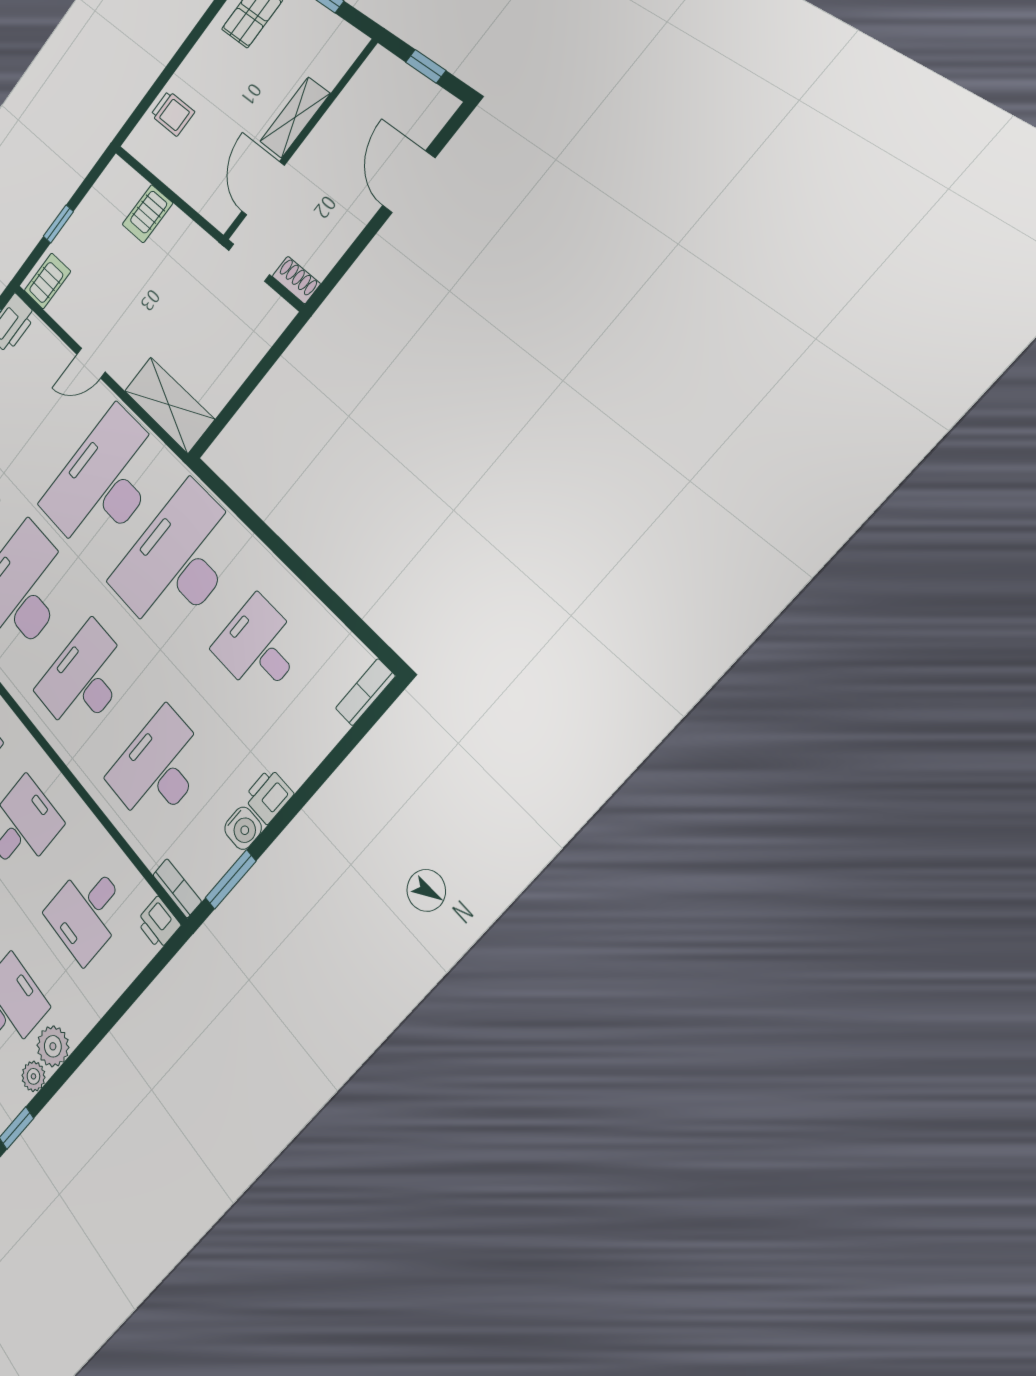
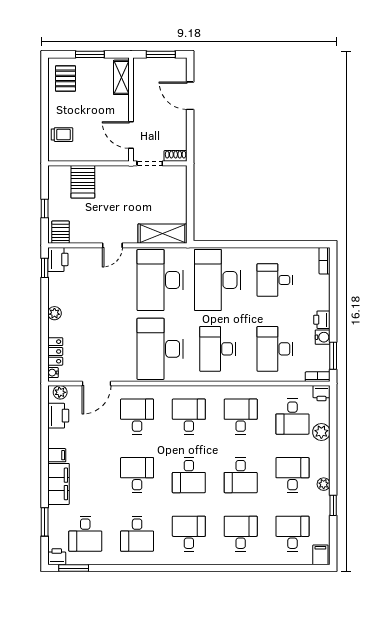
window: (426, 66) -> (161, 54), width x1.50
shelving: (295, 118) -> (121, 77), moved
server rack: (147, 214) -> (83, 182), width x1.36, depth x1.44
plant: (53, 1046) -> (321, 432), moved

